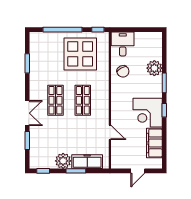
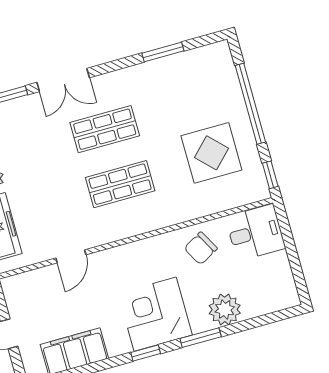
display table: (80, 54) -> (211, 153), width x0.73, depth x0.73
corner desk: (148, 113) -> (155, 314), moved

